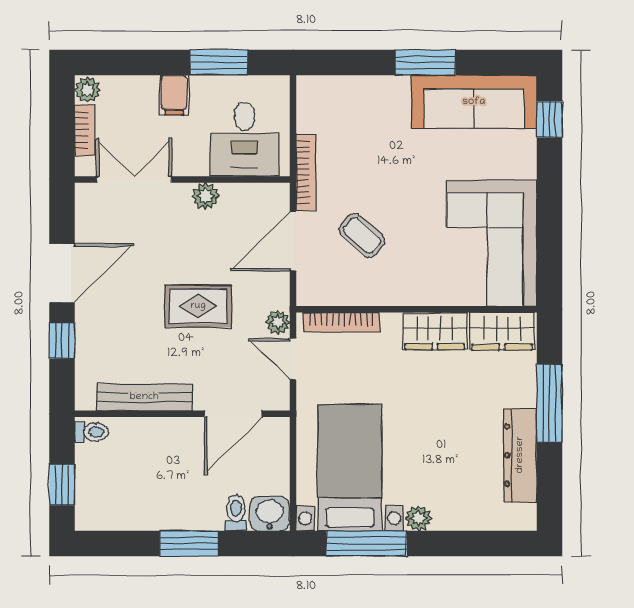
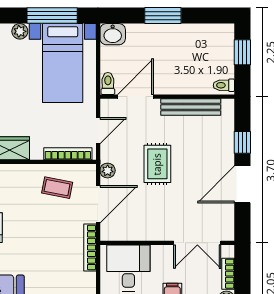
plant: (205, 196) -> (153, 232), removed
coffee table: (362, 236) -> (57, 188), moved, turned -30
rug: (198, 306) -> (157, 164), turned 90
plant: (278, 322) -> (108, 171), moved
door: (293, 359) -> (98, 131), hinge flipped
toilet: (236, 513) -> (108, 83), moved, turned 180

